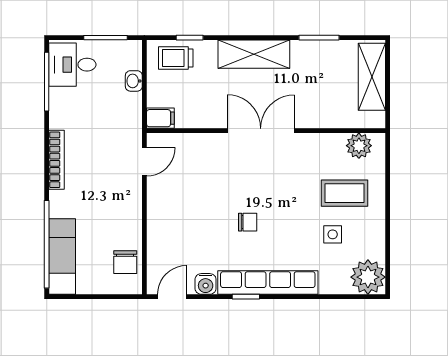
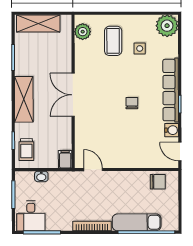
exam couch: (62, 257) -> (137, 222), moved

